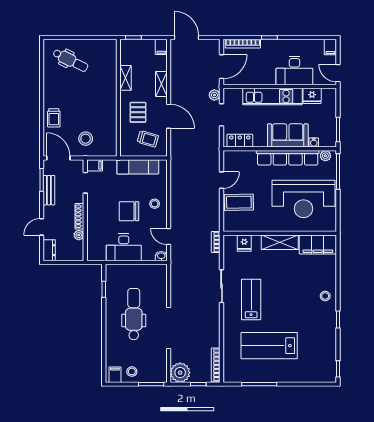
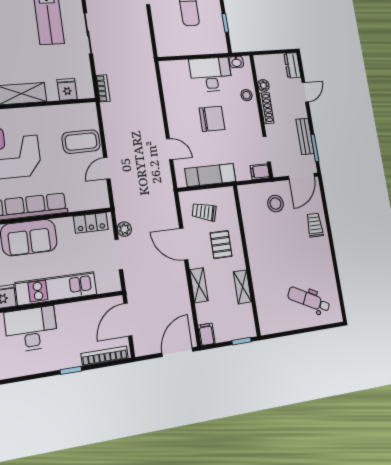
door: (187, 38) -> (177, 352), swing flipped
plant: (214, 95) -> (124, 229), moved
door: (58, 158) -> (301, 176), hinge flipped
stool: (155, 204) -> (247, 95), moved
door: (169, 236) -> (170, 149), moved
washbasin: (161, 256) -> (236, 62), moved

